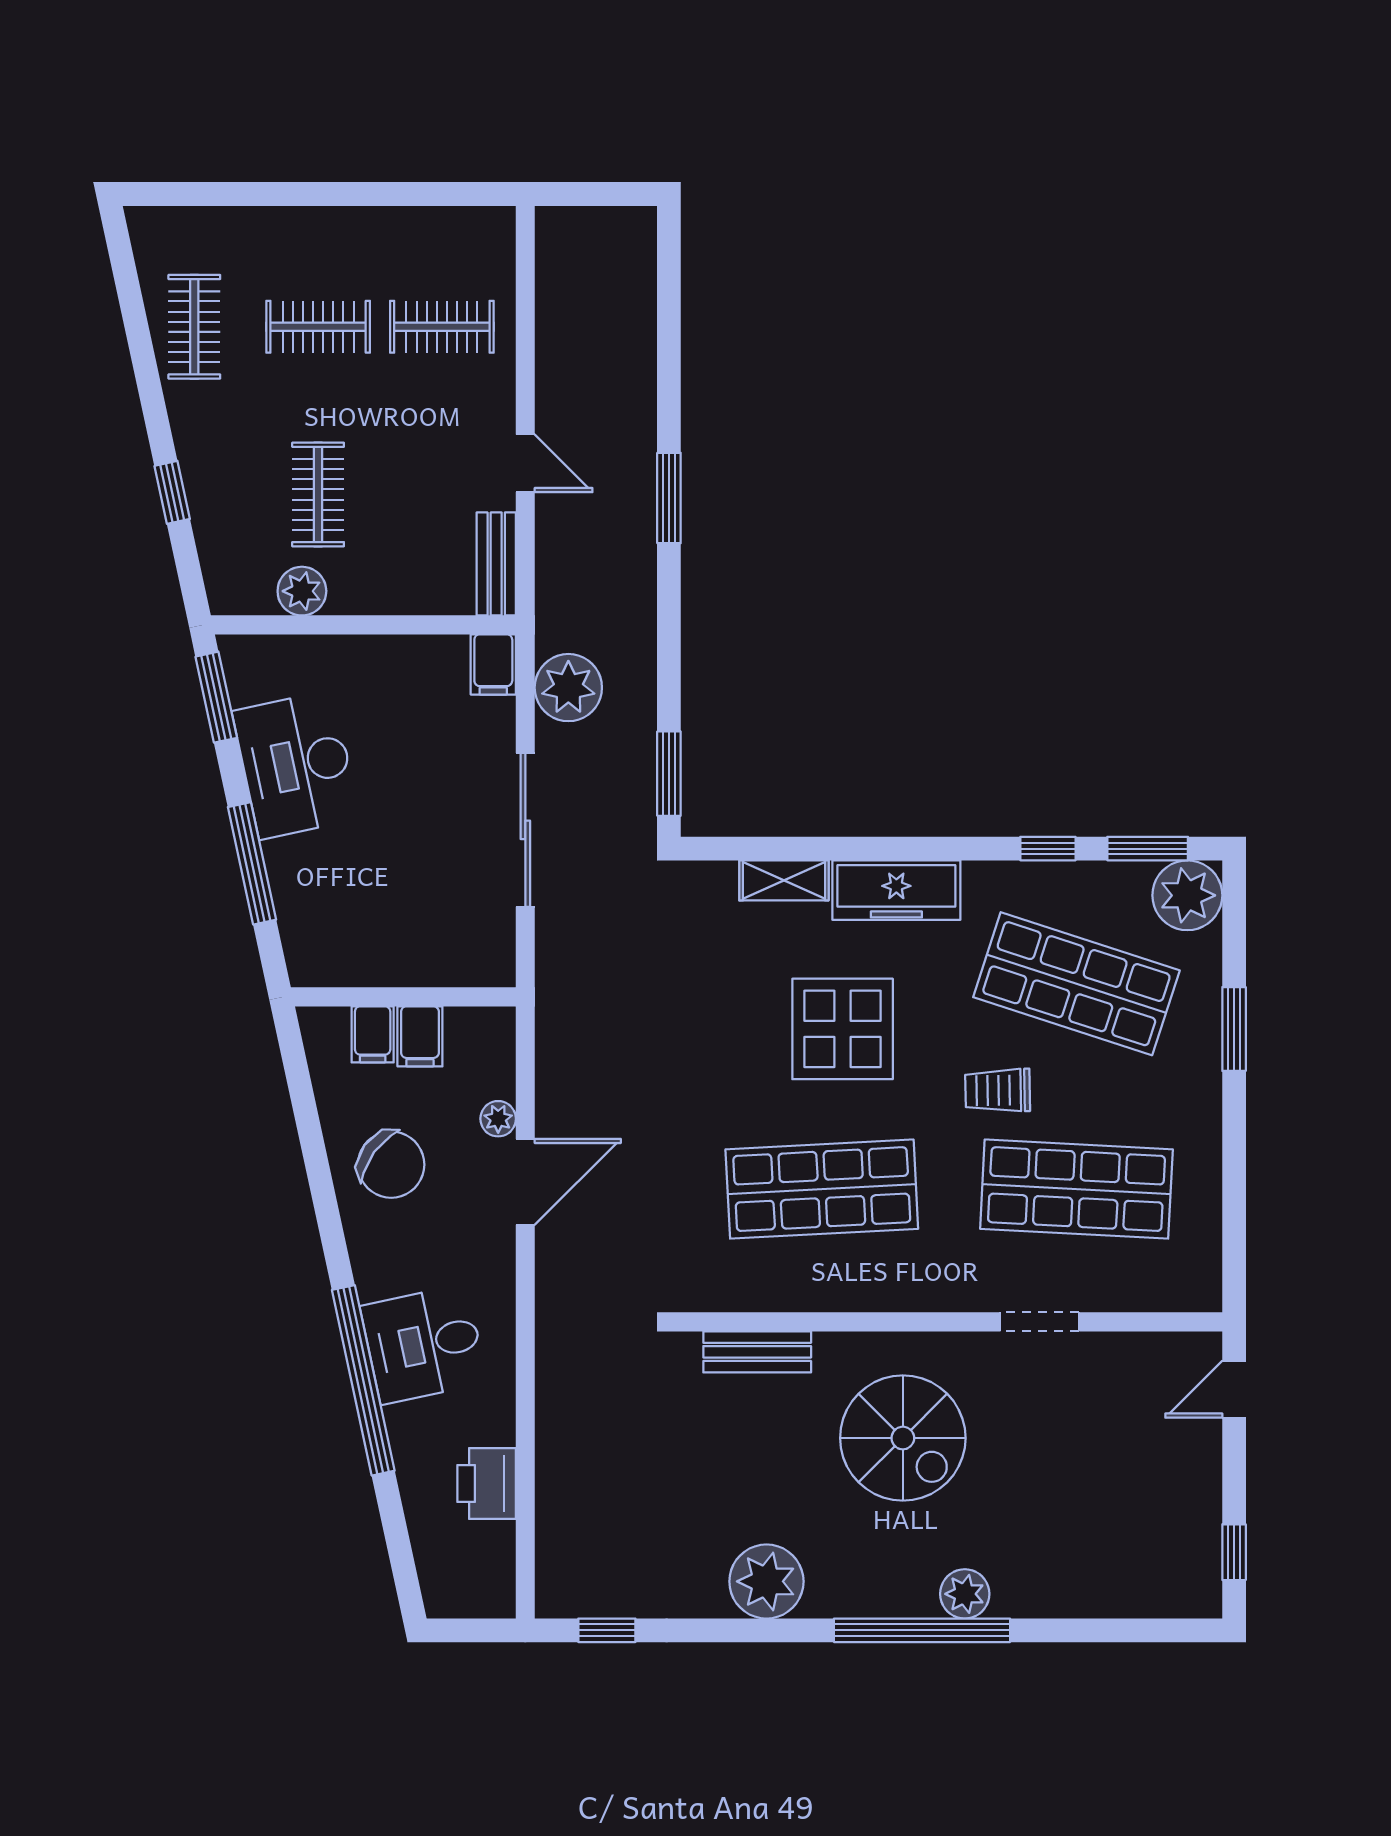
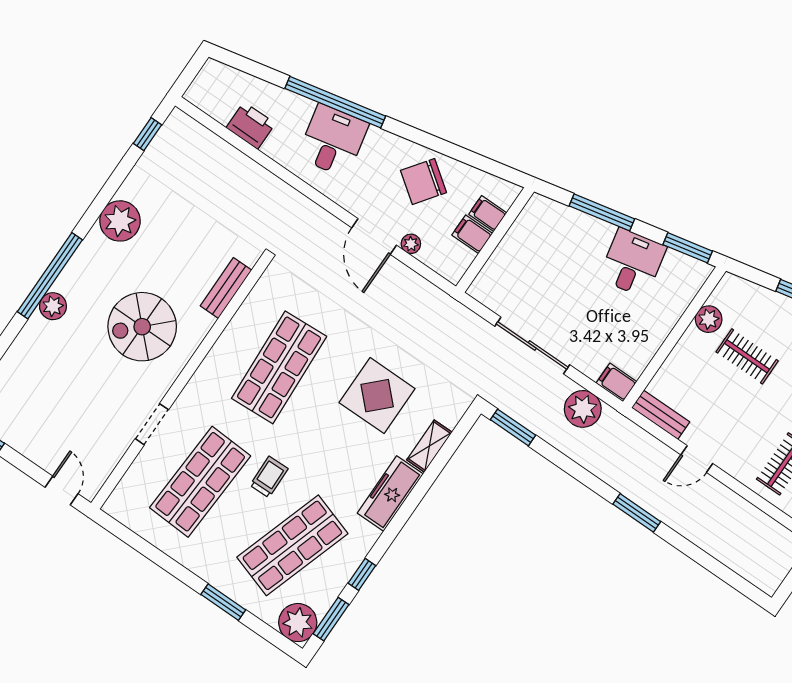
desk: (296, 765) -> (632, 263), width x0.73
display table: (843, 1029) -> (377, 396), moved

